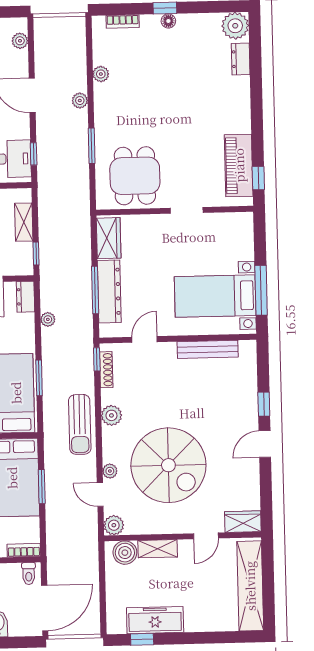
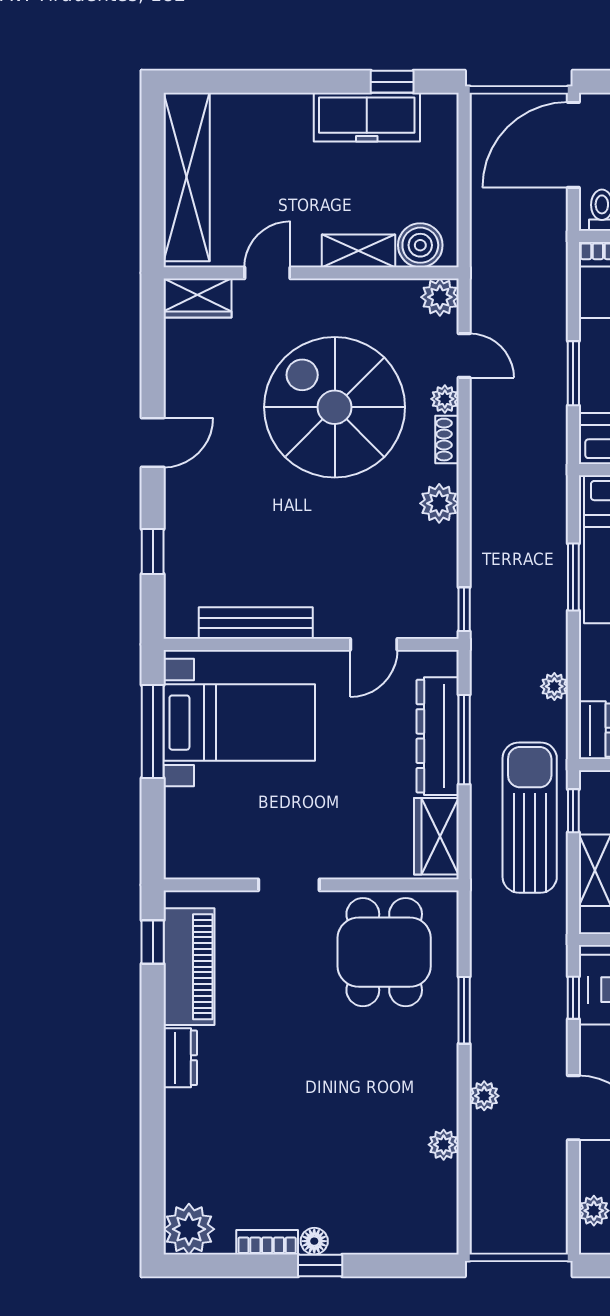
bookcase: (123, 21) -> (267, 1242), moved
dresser: (241, 59) -> (180, 1058), moved
shoe rack: (106, 370) -> (447, 440), moved, width x0.70
window: (264, 404) -> (153, 552), moved
sun lounger: (80, 424) -> (530, 818), moved, width x1.36, depth x1.34

